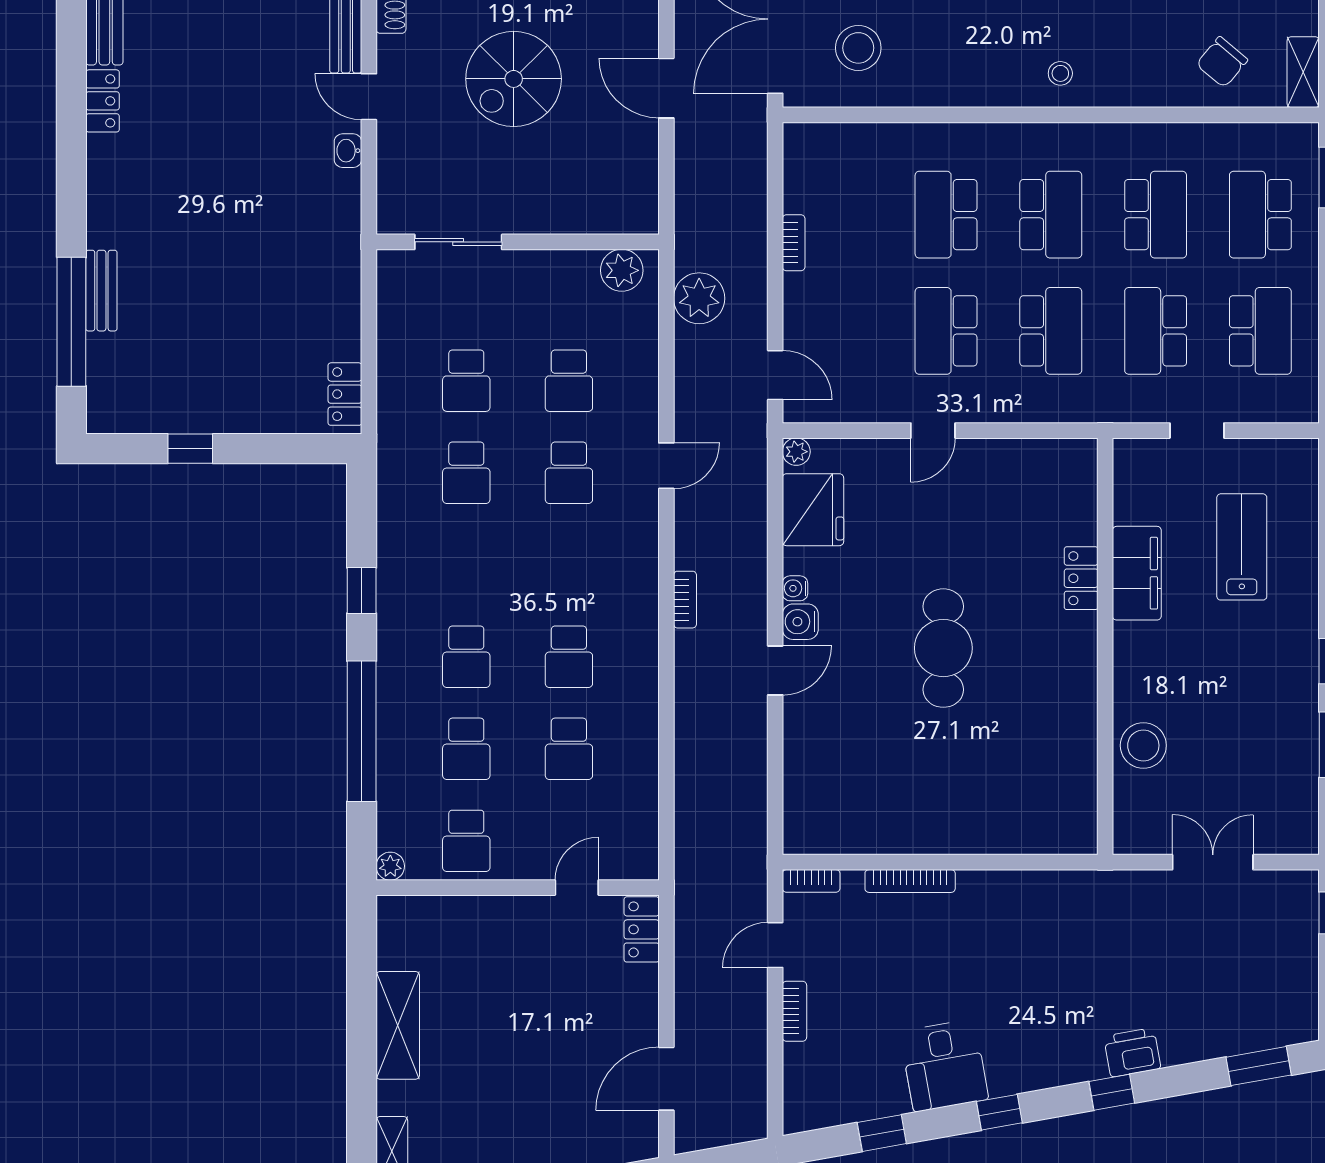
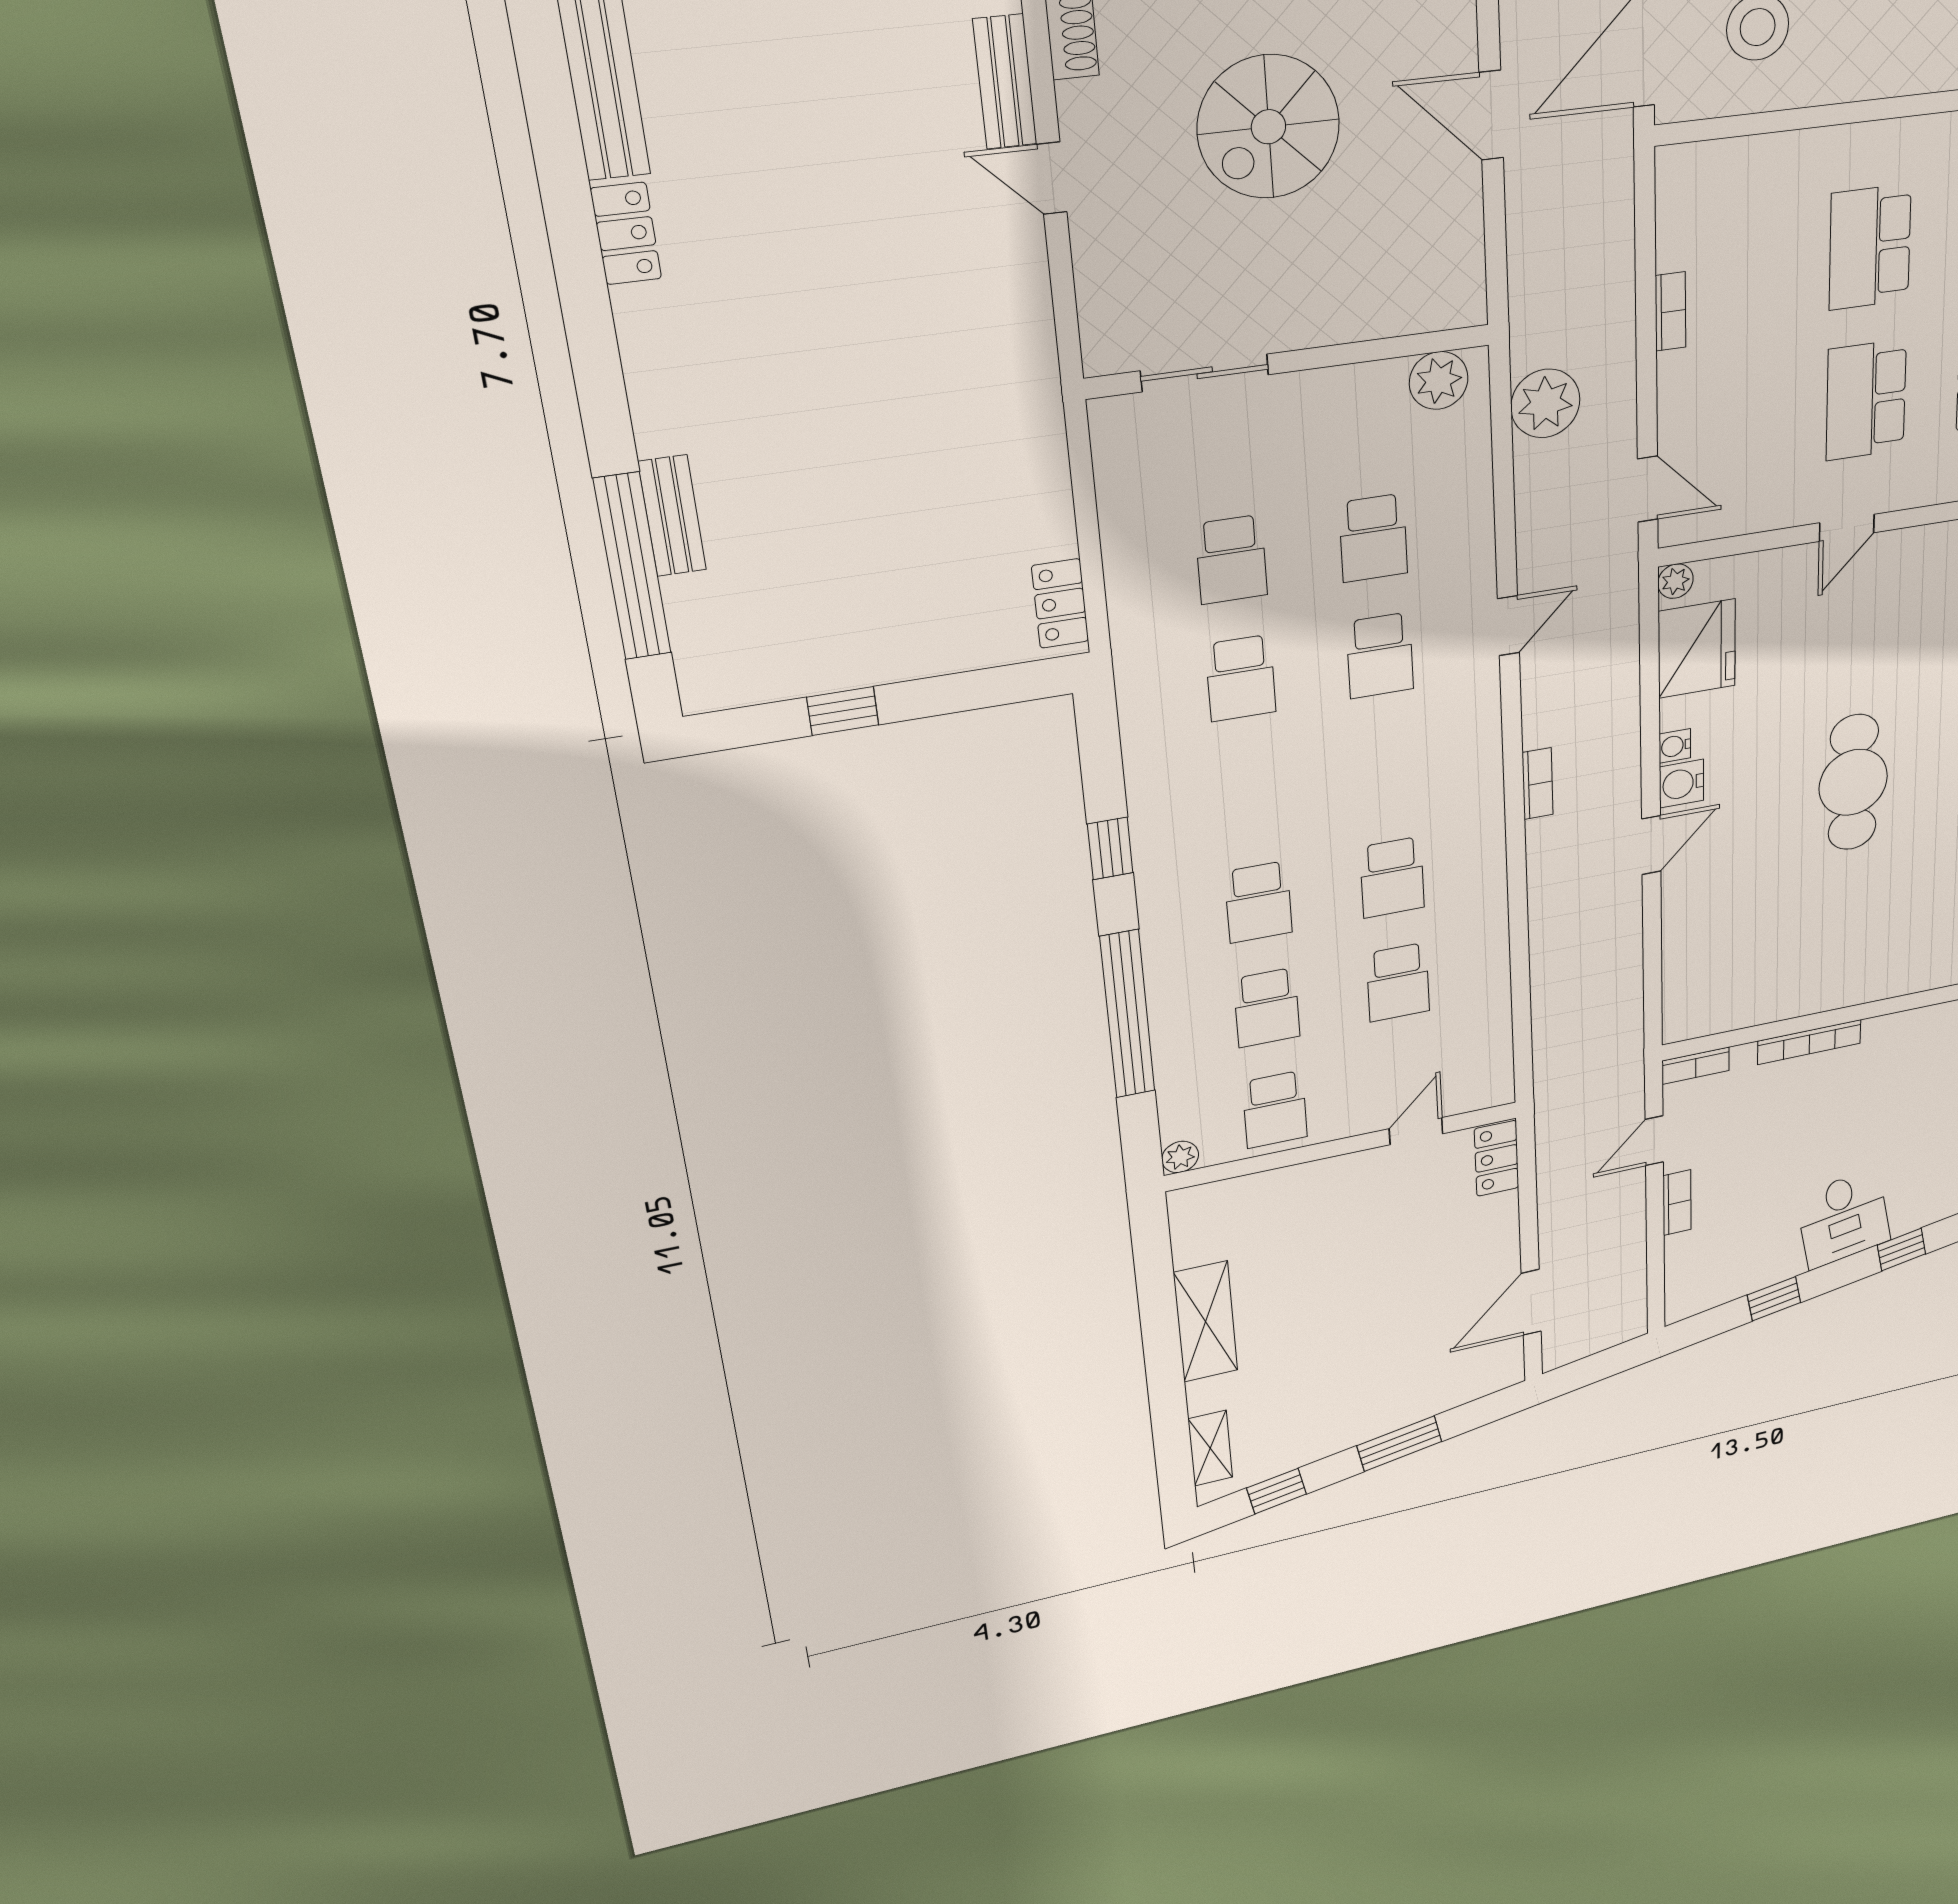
washbasin: (348, 151) -> (1028, 263), removed

